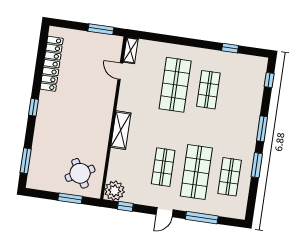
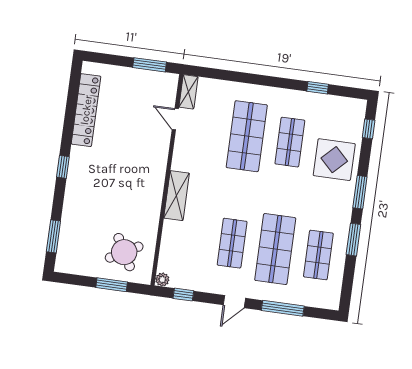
display table: (242, 103) -> (334, 160), added
plant: (115, 191) -> (162, 280), width x0.53, depth x0.53

